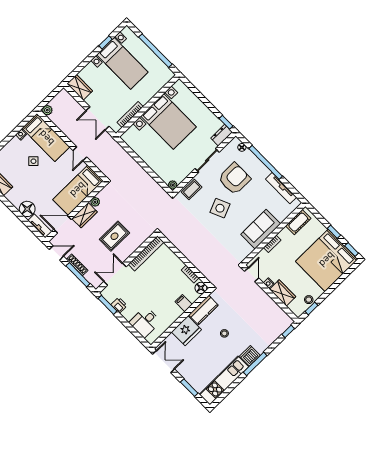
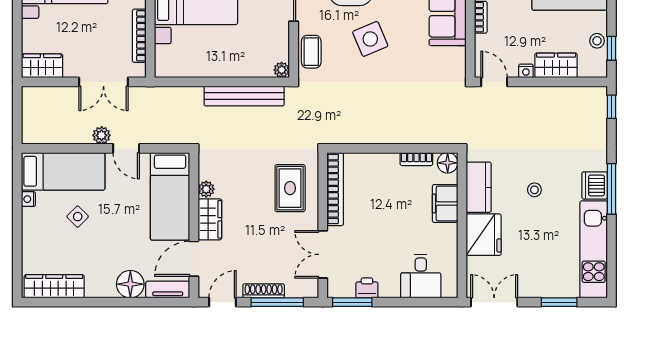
plant: (47, 110) -> (102, 135), moved
bench: (147, 180) -> (244, 96), added
rug: (114, 236) -> (290, 188), moved
filing cabinet: (184, 303) -> (445, 204), width x2.00

